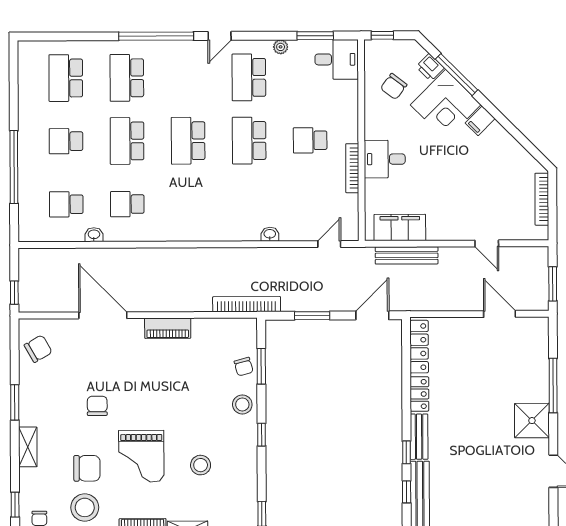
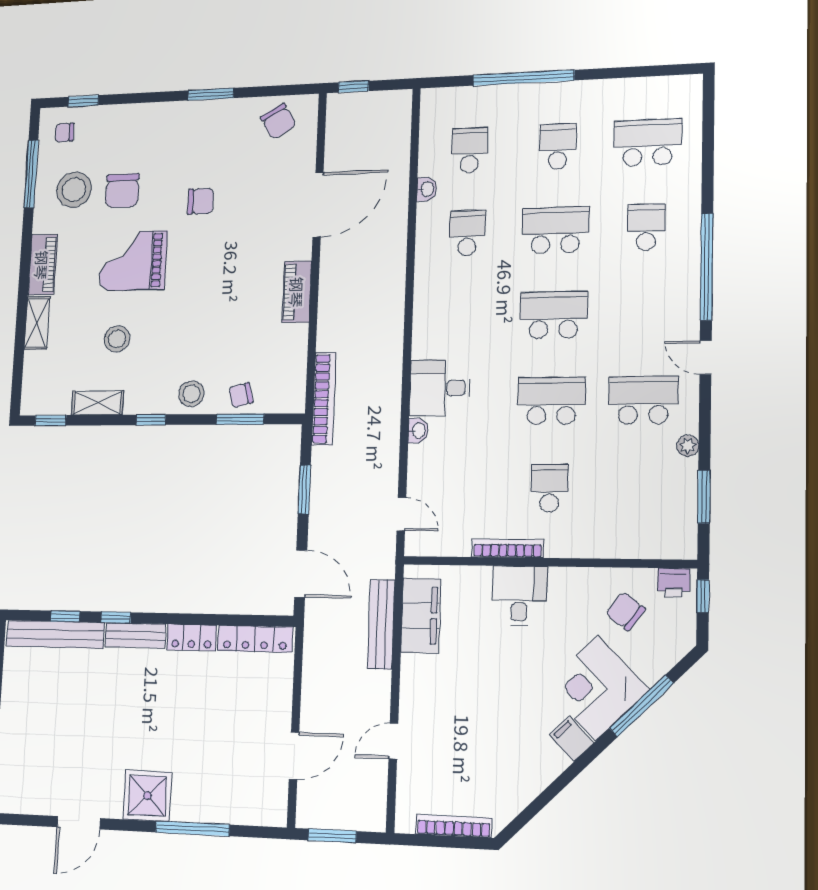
desk: (337, 59) -> (440, 388), moved, turned 90
printer: (430, 67) -> (674, 583), moved, turned -135
school desk: (127, 78) -> (646, 227), width x0.54
shelving: (28, 447) -> (97, 403), moved

